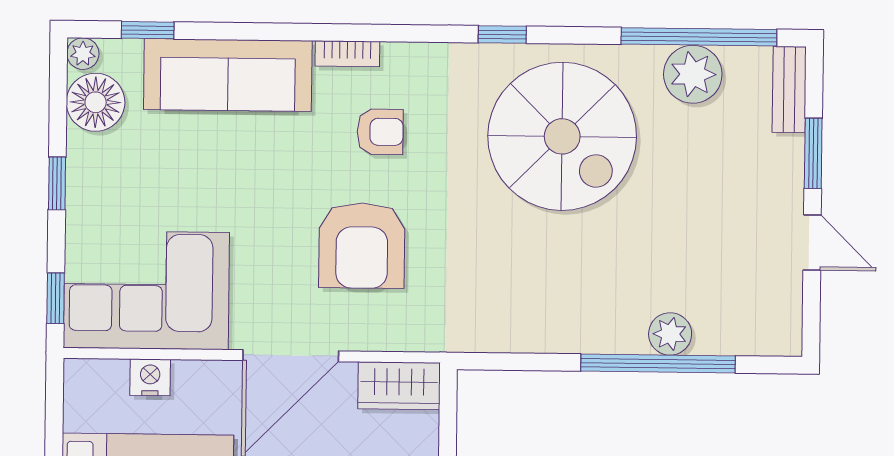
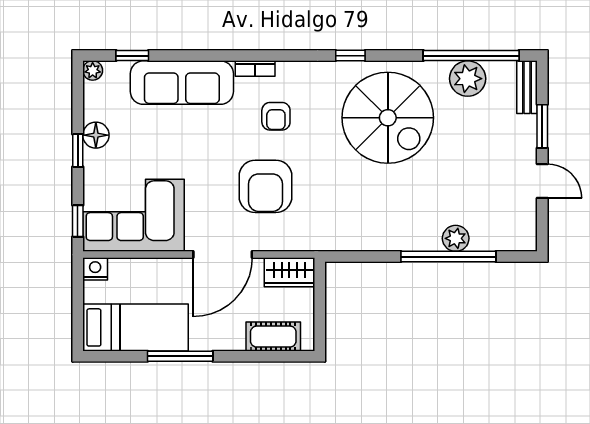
floor lamp: (96, 102) -> (96, 135), moved, width x0.73, depth x0.73
armchair: (380, 132) -> (276, 116), turned 90
nightstand: (150, 377) -> (95, 269), moved

